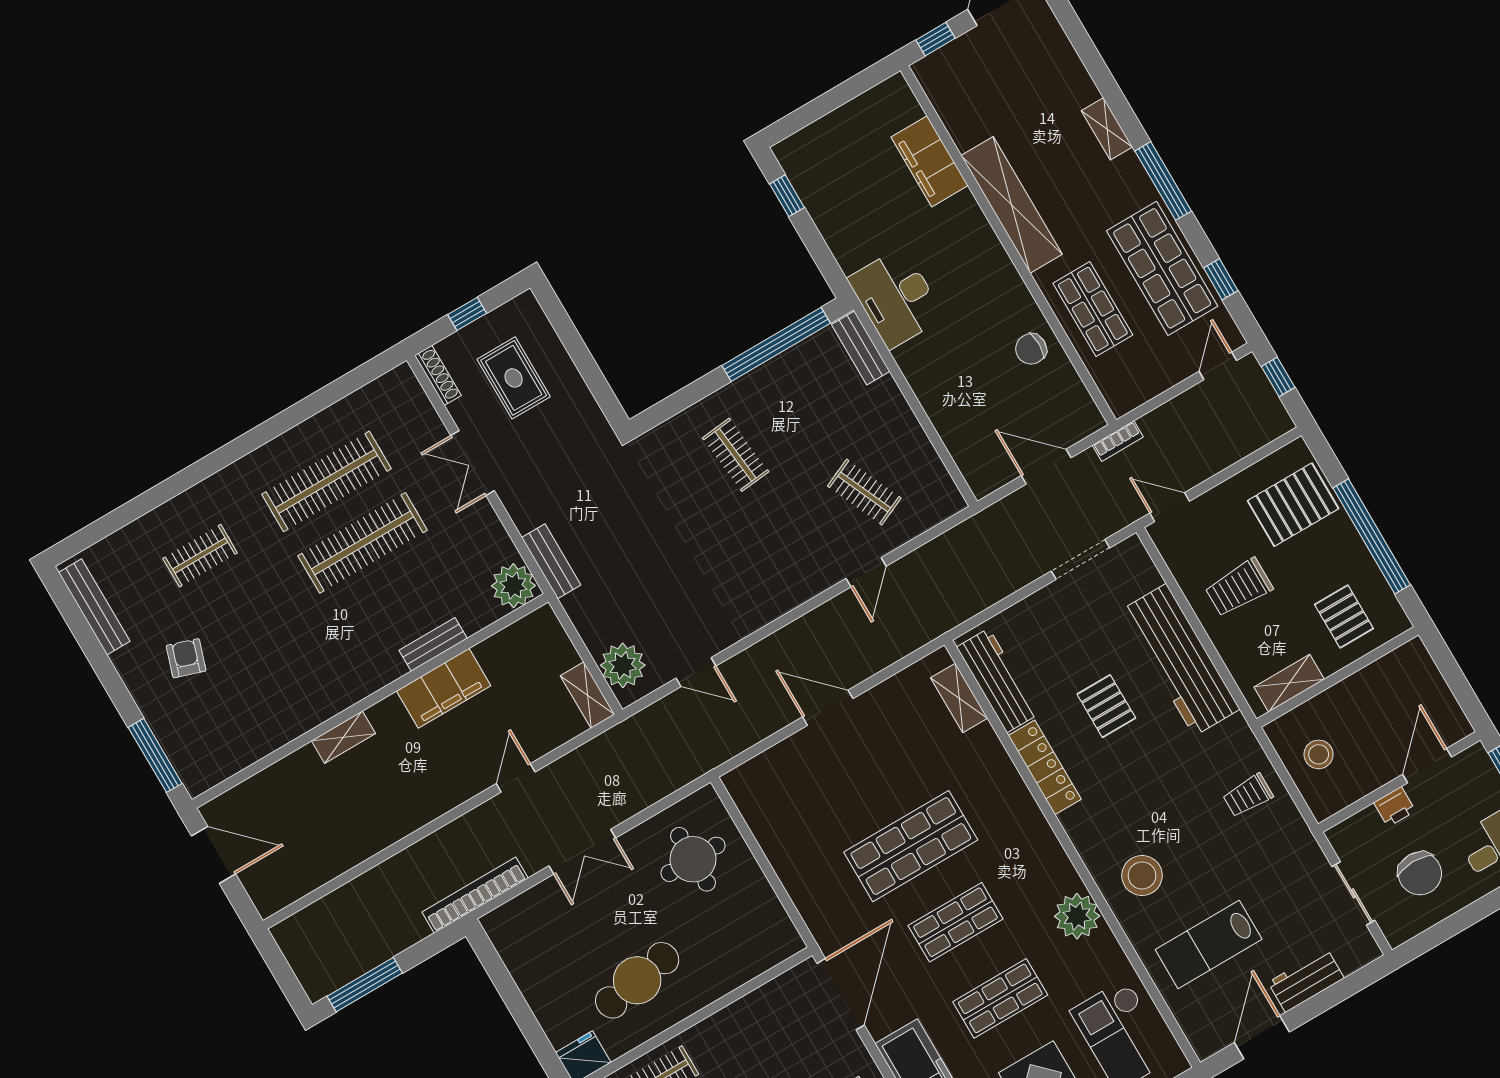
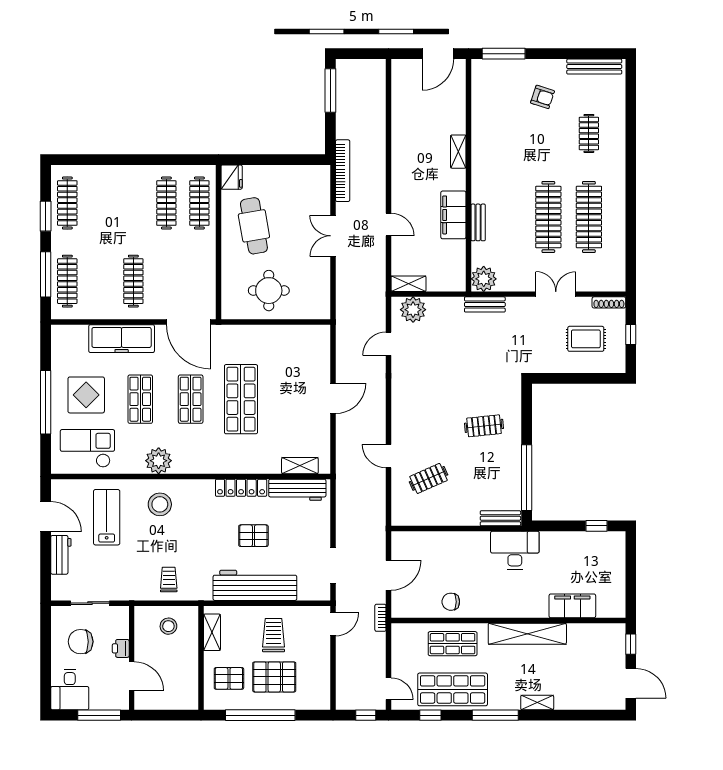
chair: (1031, 349) -> (451, 602), turned -90
pallet: (1293, 505) -> (274, 677), moved, turned 90
round table: (693, 859) -> (269, 291), moved

